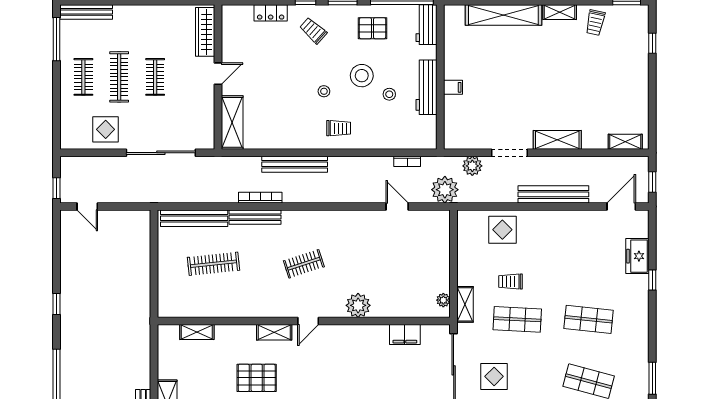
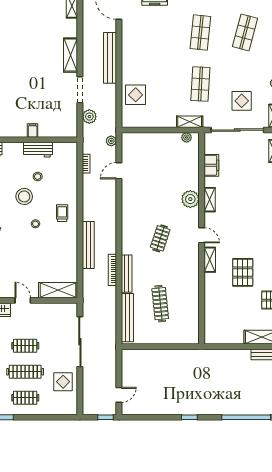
workbench: (426, 87) -> (38, 150), width x0.73
plant: (445, 190) -> (111, 141), width x0.53, depth x0.53
clothes rail: (304, 264) -> (160, 238), turned 36
trolley: (511, 281) -> (173, 89), removed
shelving: (197, 332) -> (210, 200), moved

